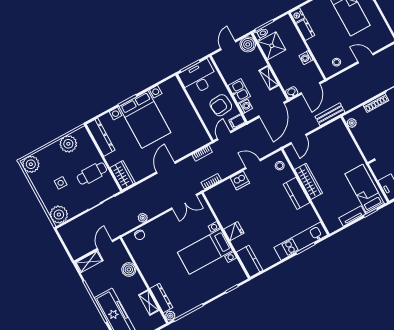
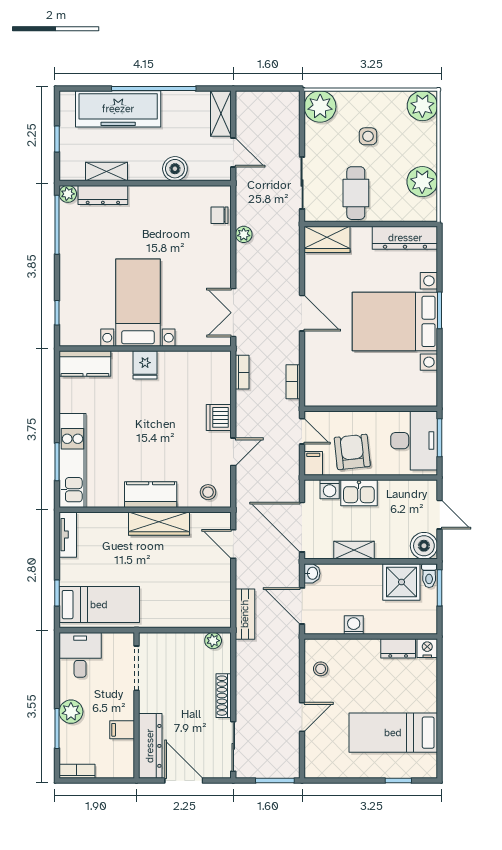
tv unit: (352, 216) -> (68, 535), moved

